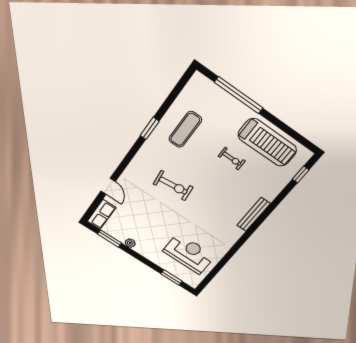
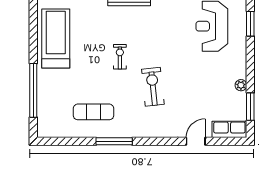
window: (150, 128) -> (114, 141), width x1.44
exercise bike: (232, 159) -> (120, 57), moved

